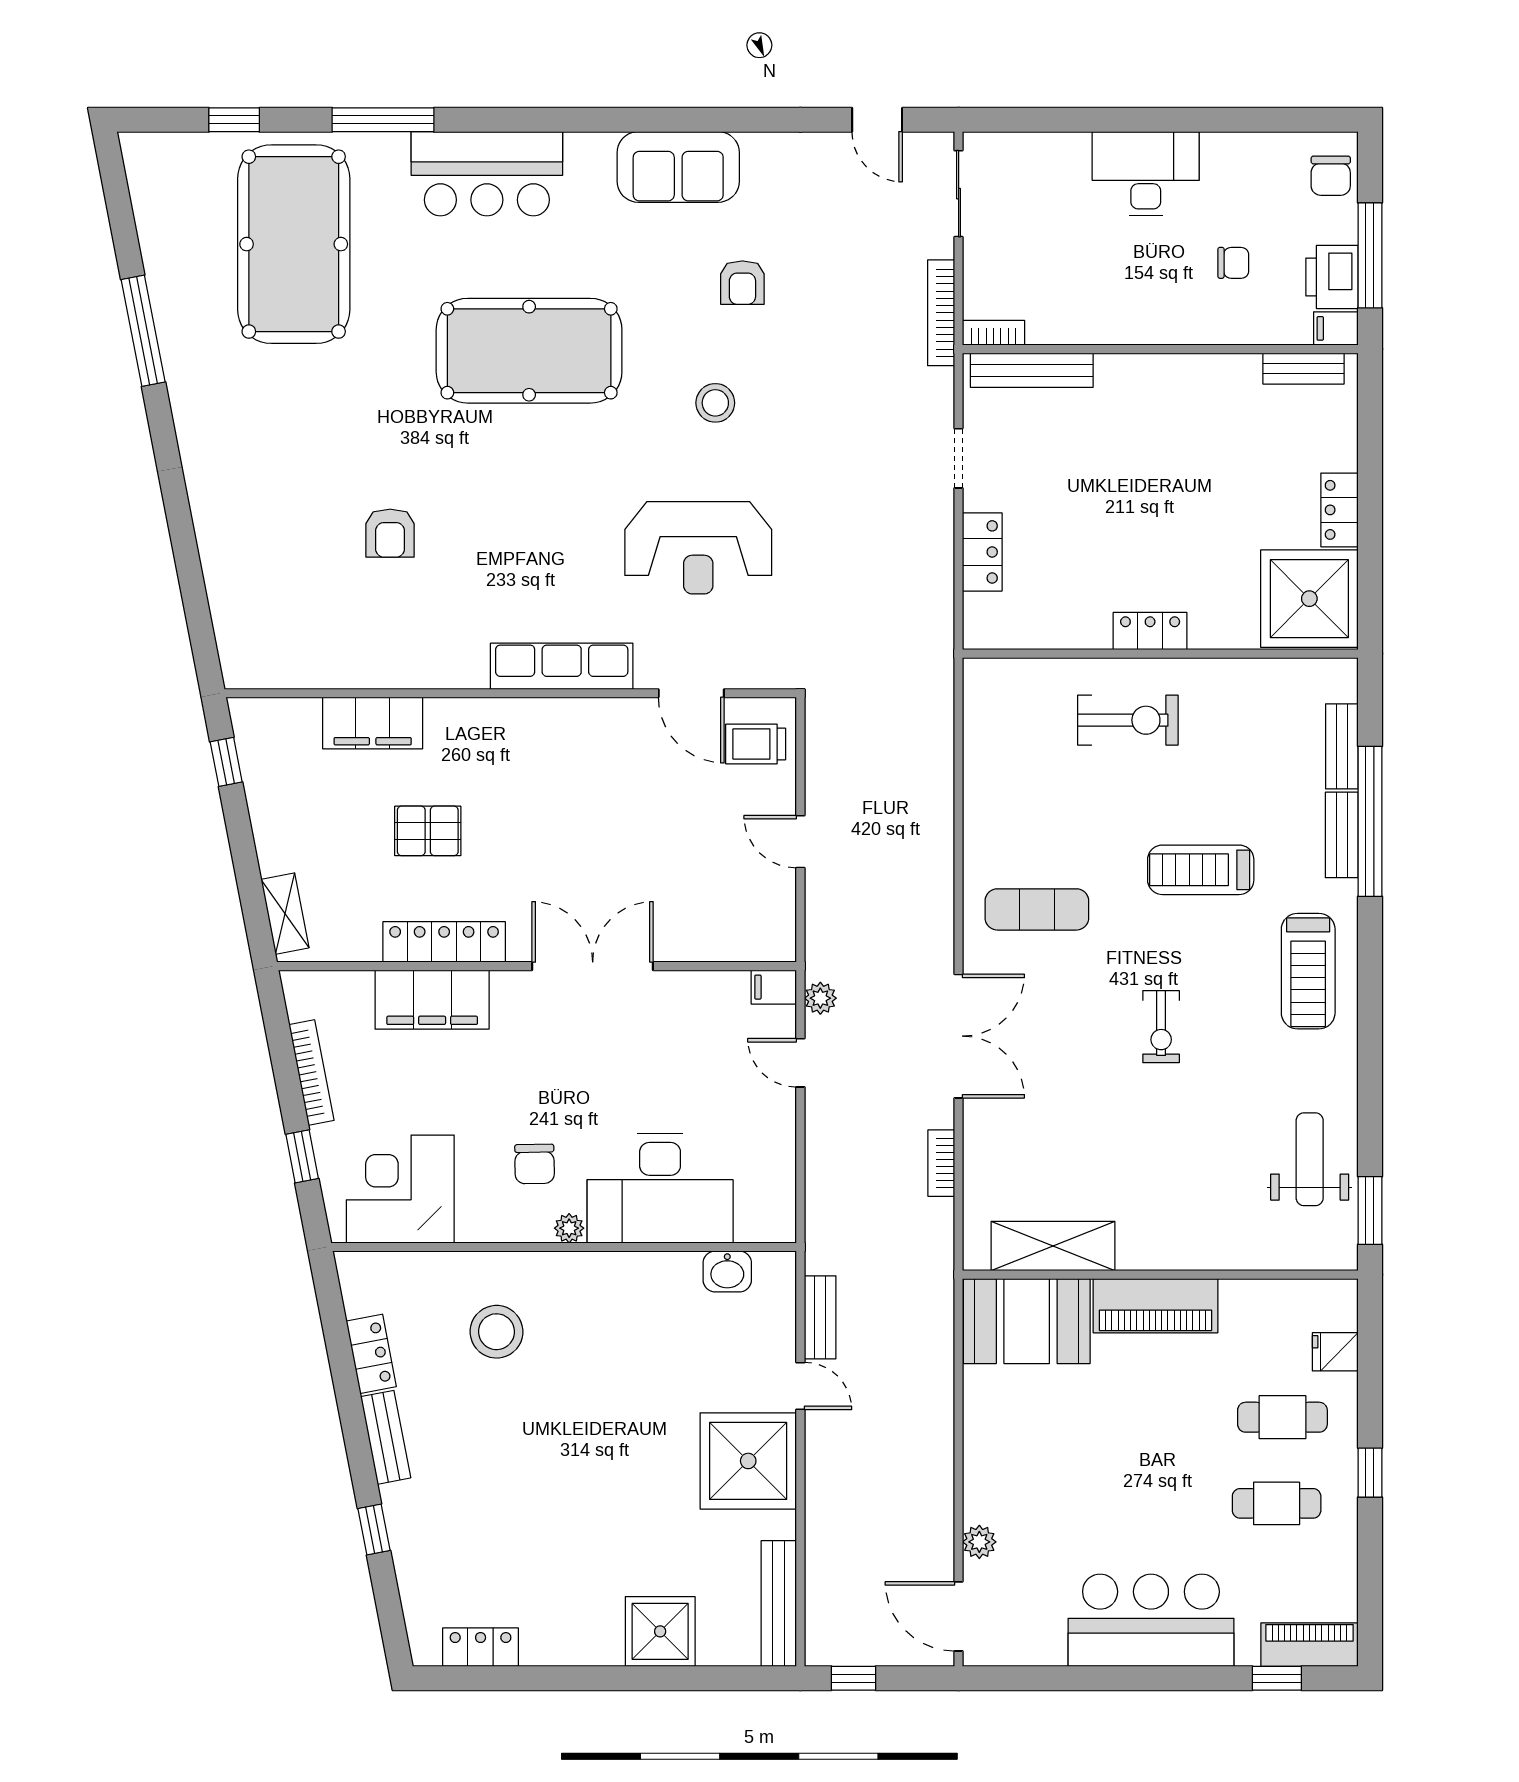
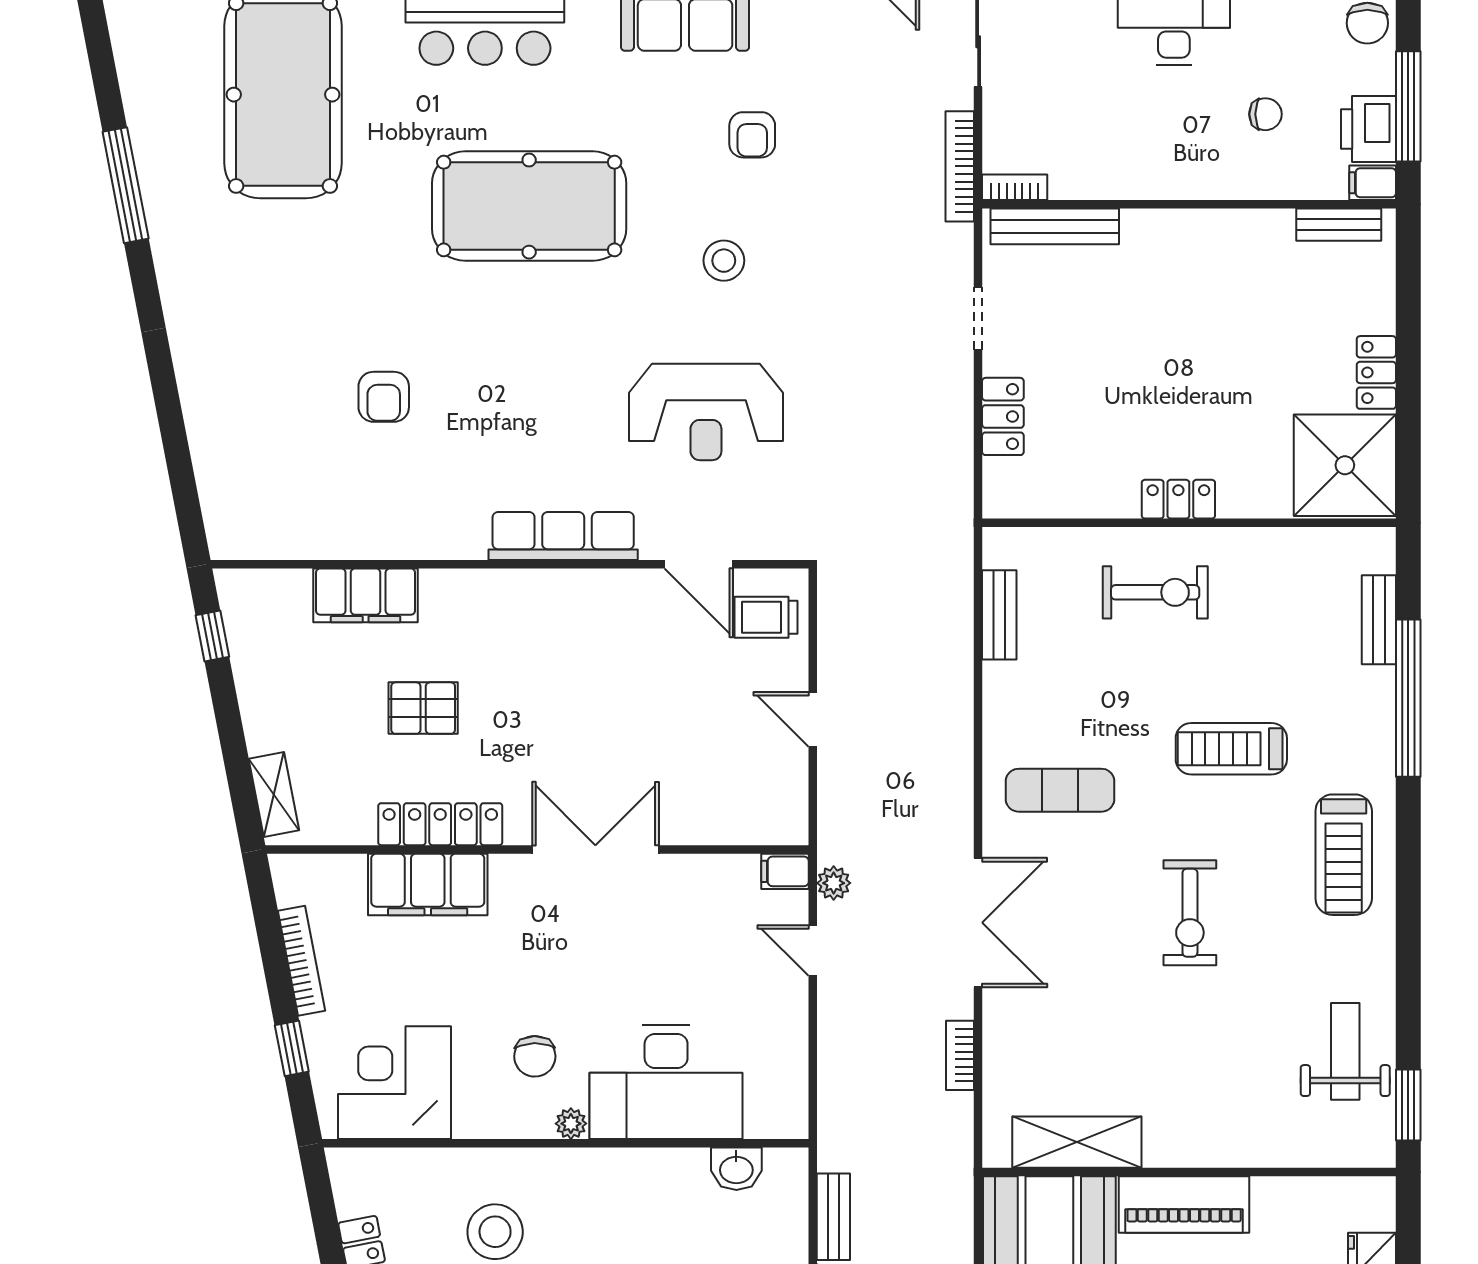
bench: (1342, 835) -> (999, 615), moved
exercise bike: (1161, 1027) -> (1190, 913), width x1.38, depth x1.39

